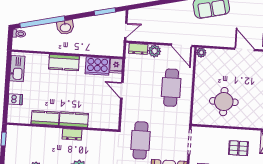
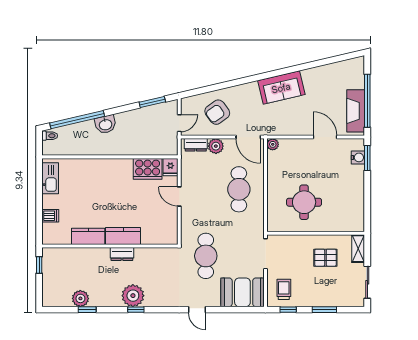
armchair: (158, 23) -> (217, 112), added
kitchen counter: (64, 63) -> (107, 167), removed

